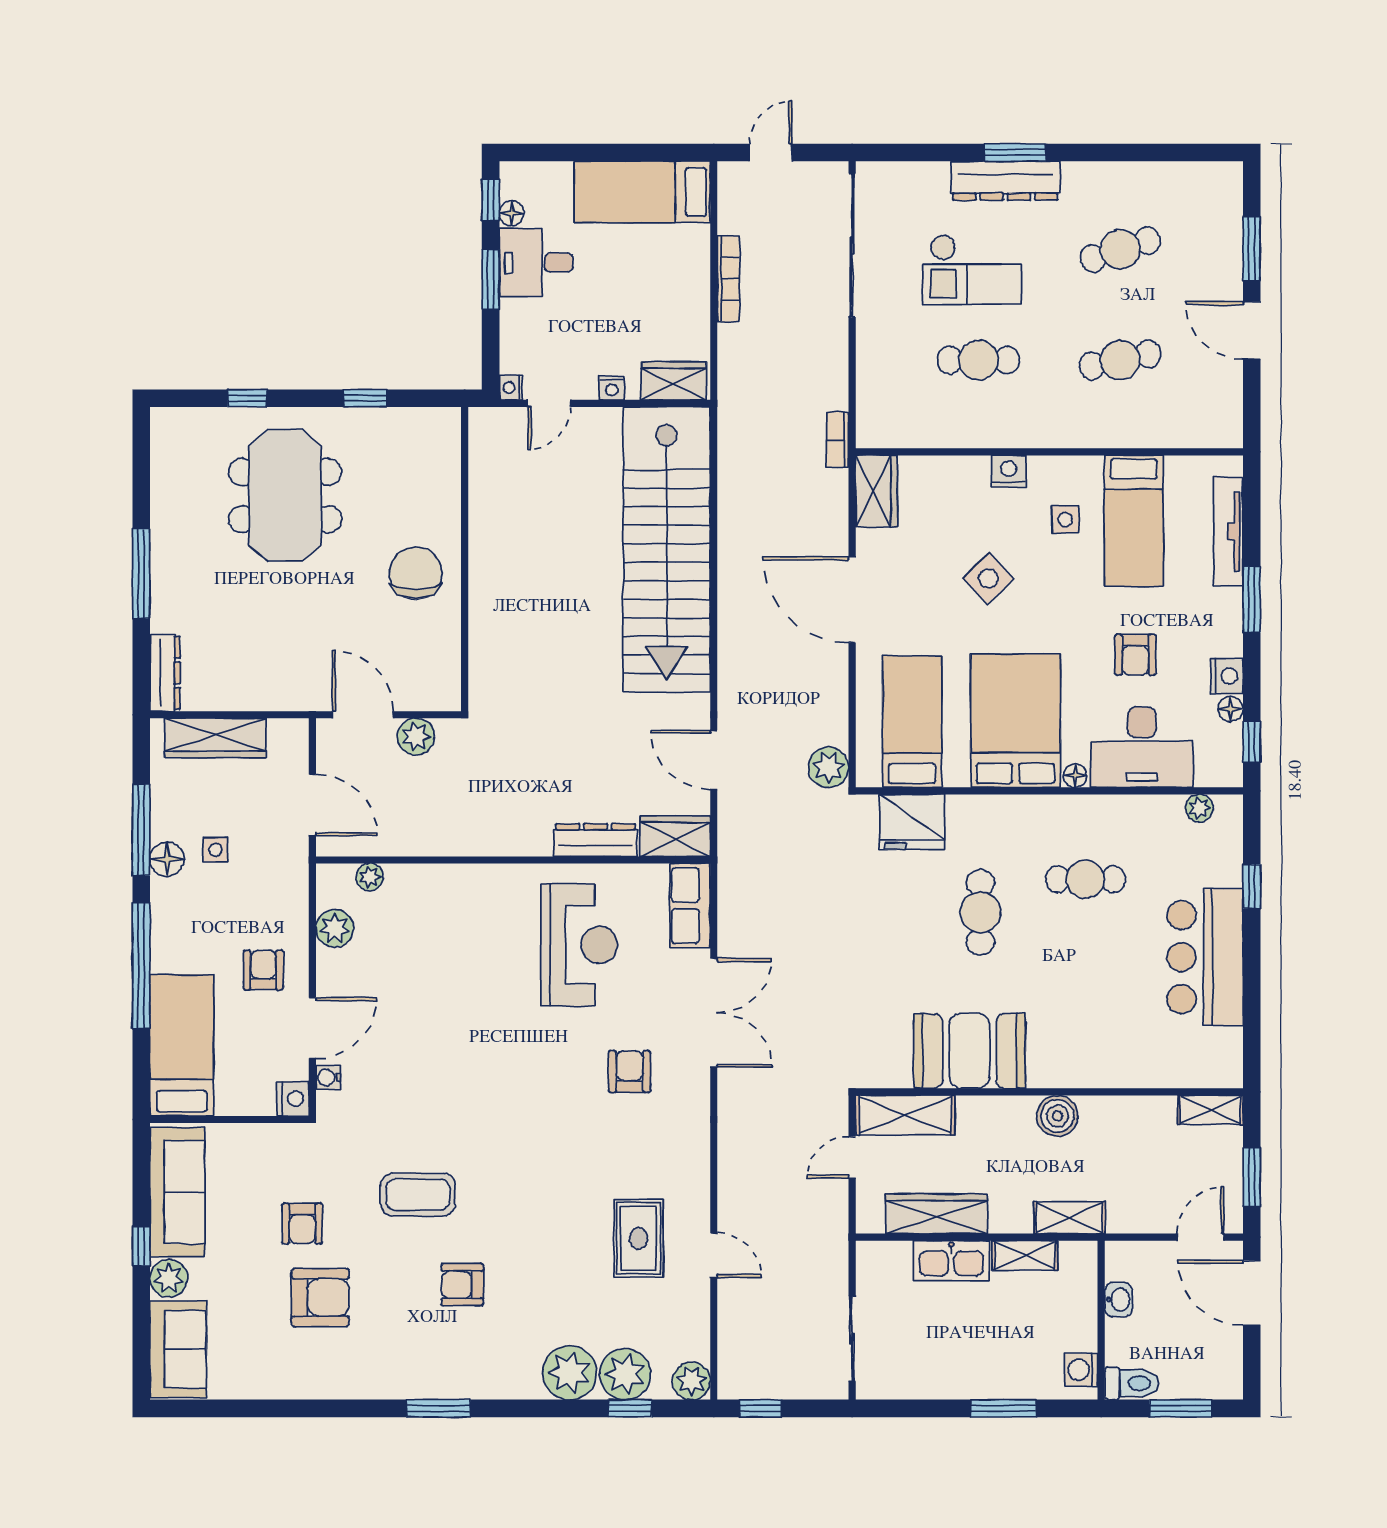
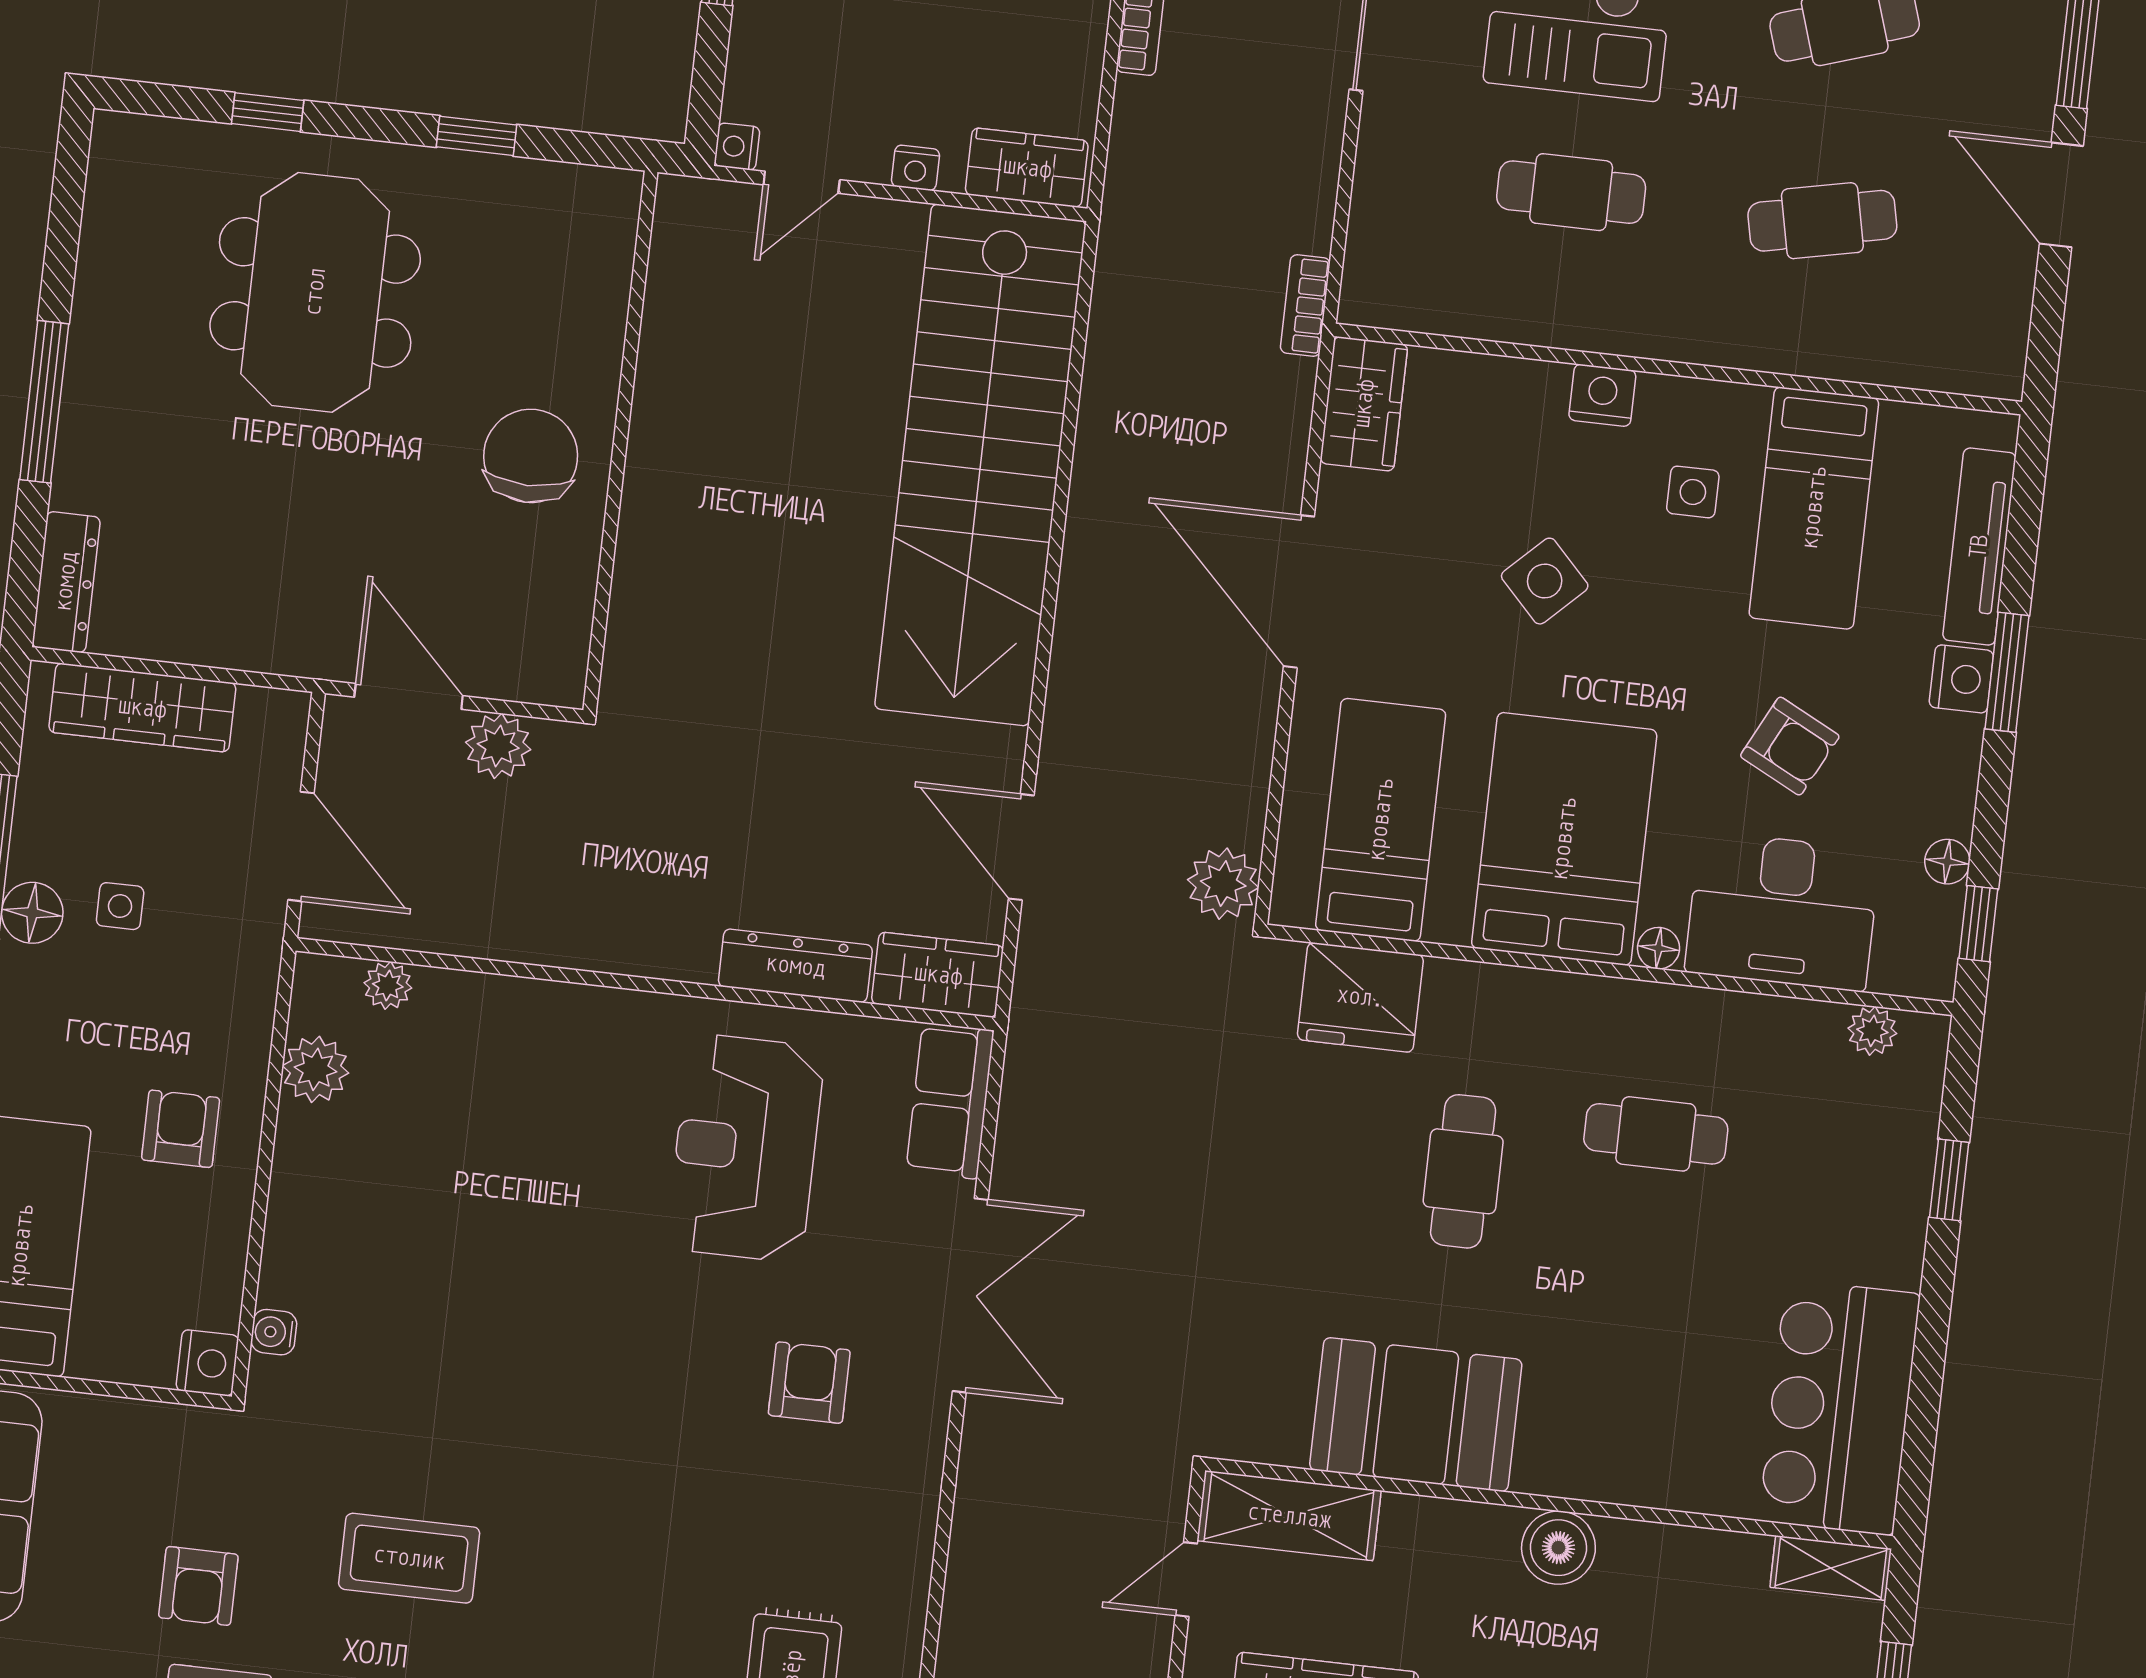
armchair: (1135, 655) -> (1790, 746), turned -63
nightstand: (1227, 676) -> (1961, 679), moved
reception desk: (579, 945) -> (746, 1148), turned 180
bar counter: (1205, 957) -> (1839, 1407), moved
door: (312, 1028) -> (256, 1242), removed

